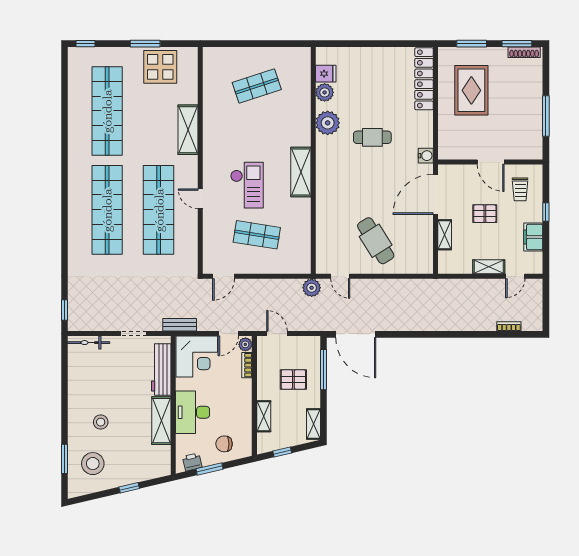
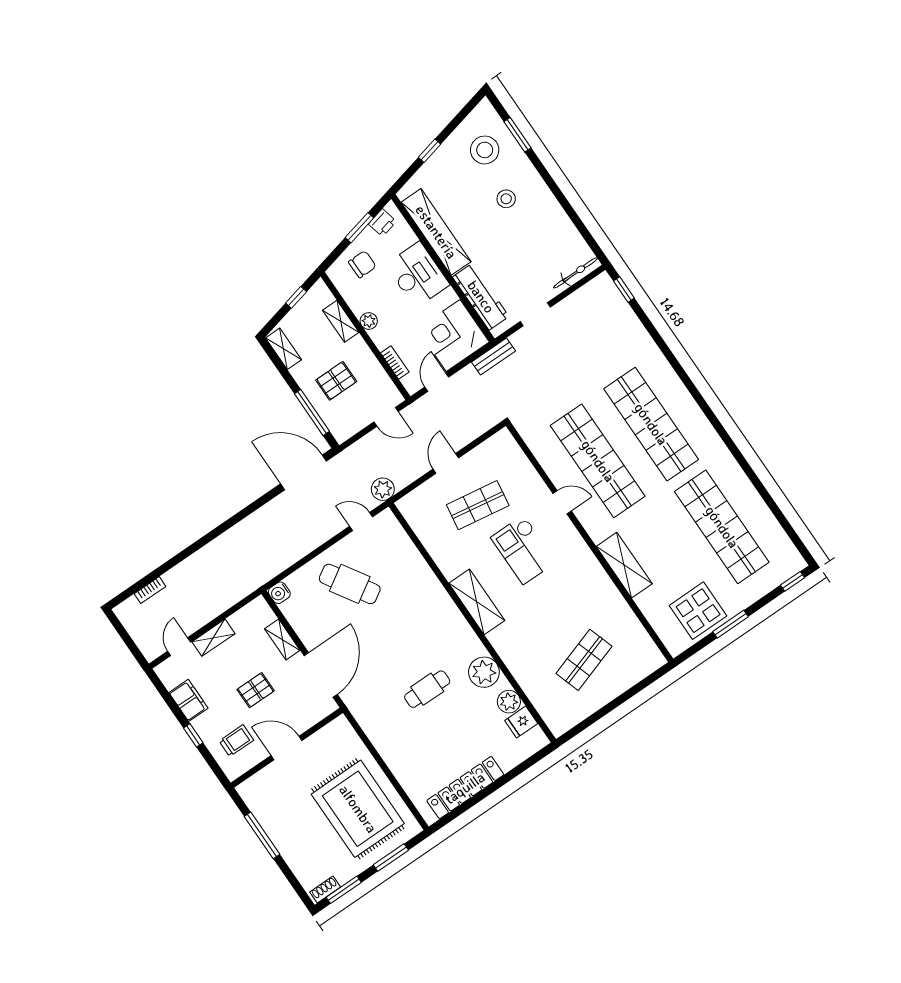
shoe rack: (524, 52) -> (325, 889), width x0.70
locker: (424, 79) -> (465, 788), moved, turned -90
rug: (471, 90) -> (358, 809), width x1.37, depth x1.44
water cooler: (426, 156) -> (279, 593), moved
trolley: (520, 189) -> (236, 741), turned 90
door: (224, 276) -> (446, 463), moved
plant: (245, 344) -> (369, 321), moved
shelving: (161, 421) -> (436, 232), width x1.47

